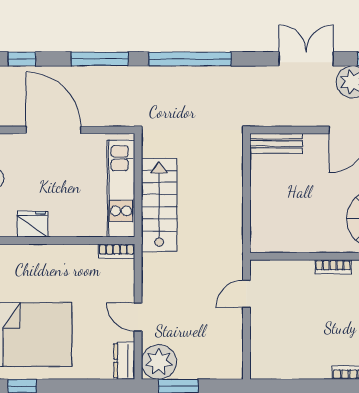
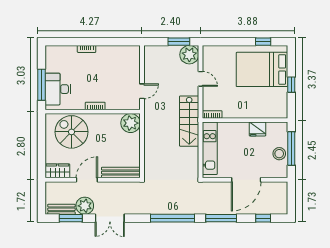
door: (53, 130) -> (246, 180), hinge flipped
bench: (276, 143) -> (121, 173), width x1.36
stairs: (159, 205) -> (189, 121), moved
plant: (268, 235) -> (131, 123), added
dresser: (124, 361) -> (208, 55), removed

